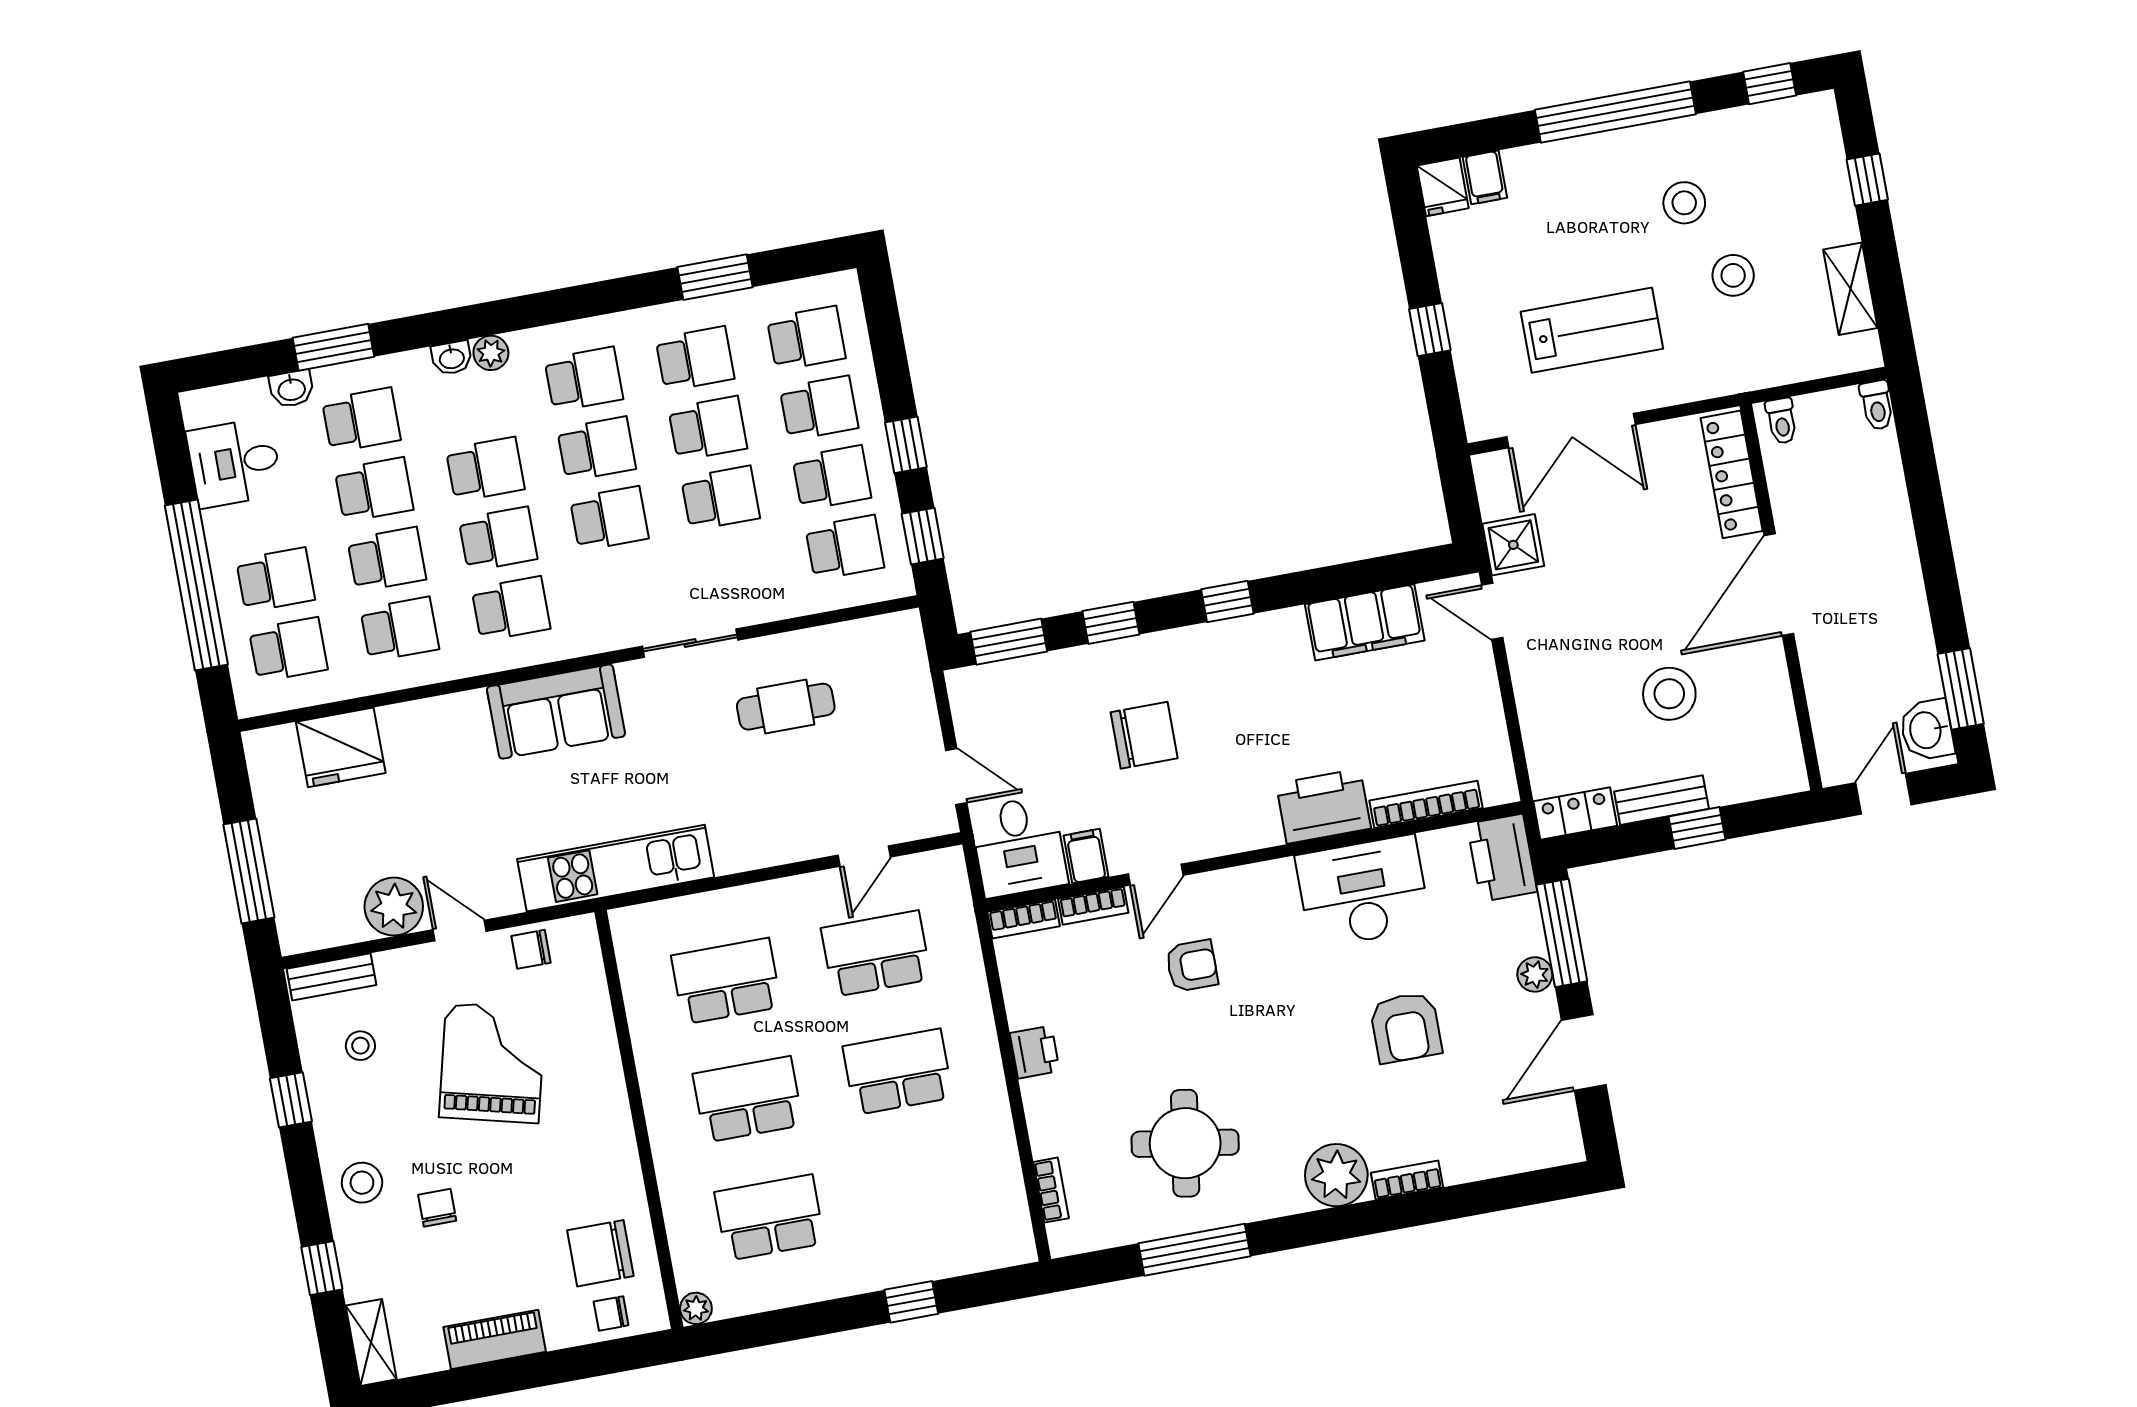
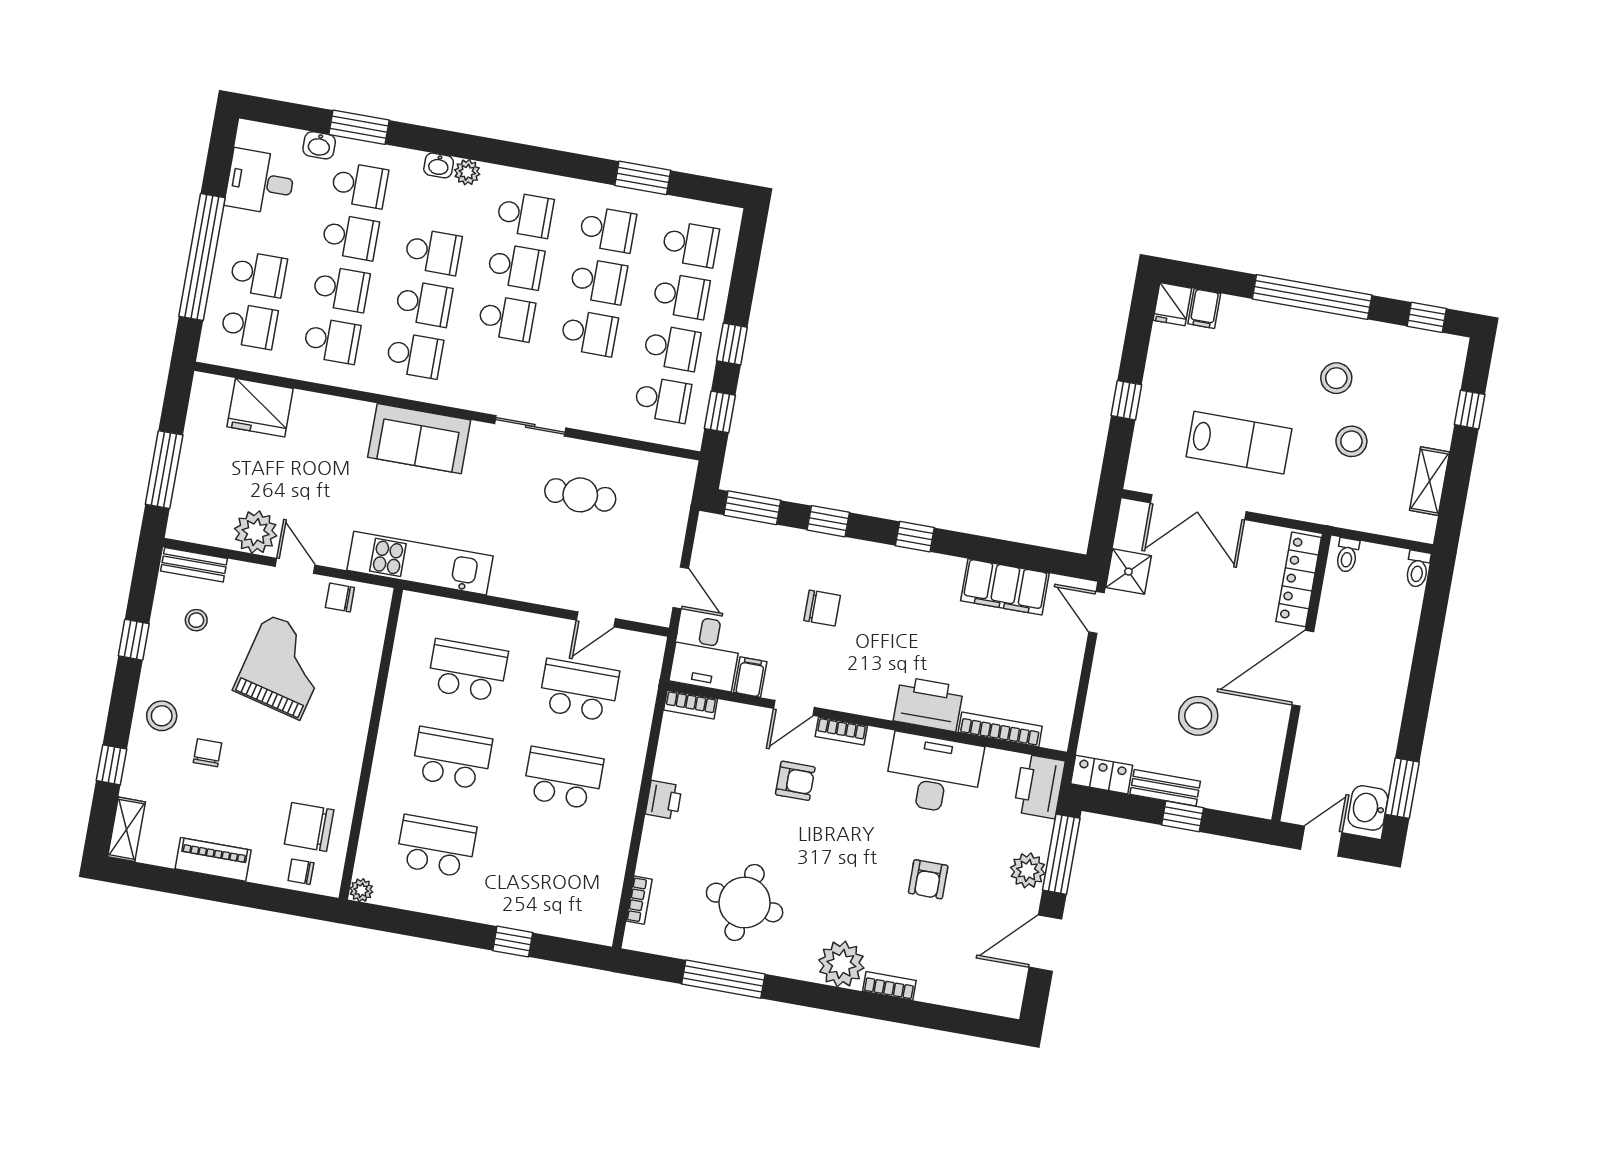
chair: (1144, 735) -> (822, 608), width x0.73, depth x0.73
bookcase: (1093, 906) -> (841, 731), moved
plant: (1535, 974) -> (1028, 870), width x1.38, depth x1.38
armchair: (1406, 1027) -> (928, 879), width x0.72, depth x0.72

